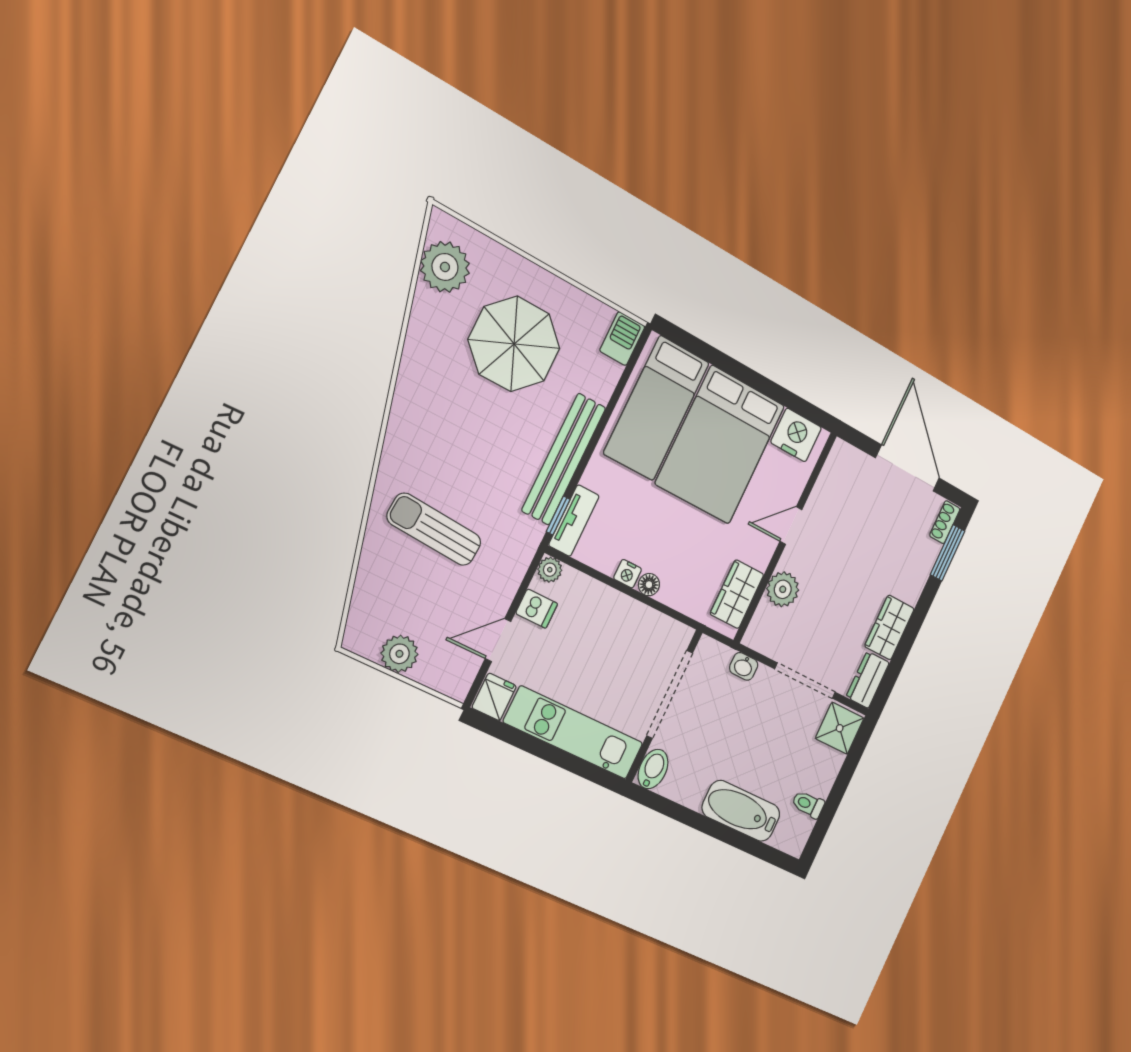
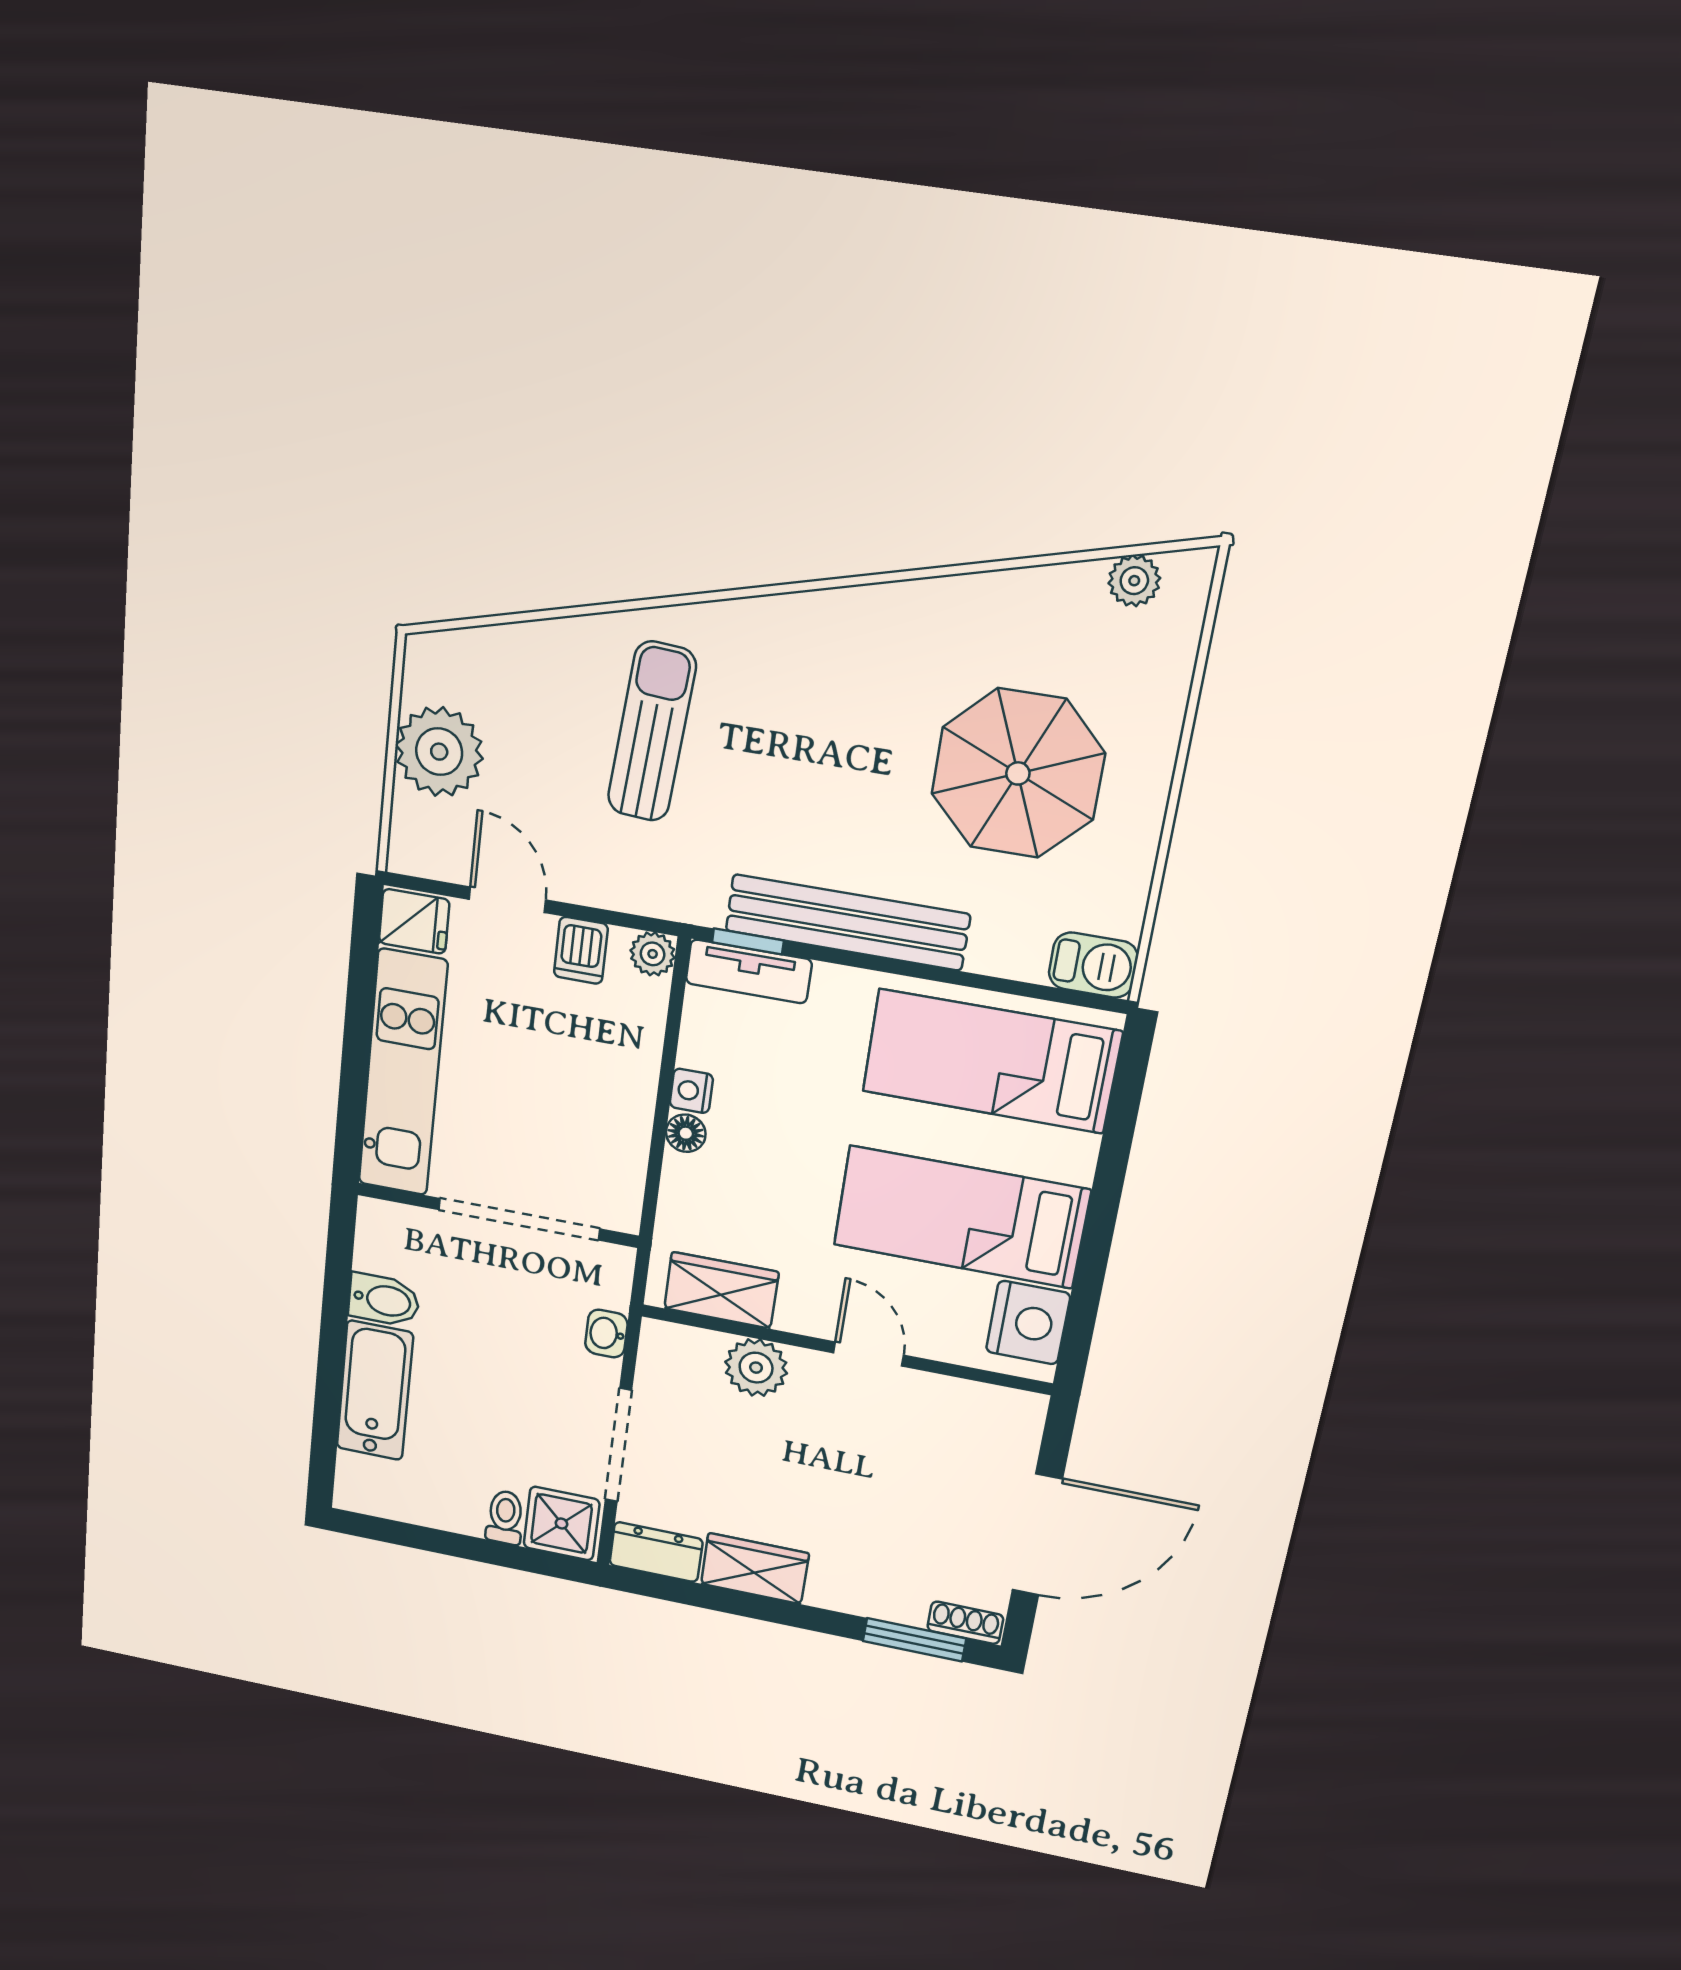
plant: (445, 267) -> (1134, 581), width x0.53, depth x0.53
bed: (720, 445) -> (961, 1217), width x0.67
plant: (399, 654) -> (439, 752), width x1.36, depth x1.36
bidet: (653, 769) -> (384, 1300), moved
toilet: (808, 804) -> (505, 1517), moved

